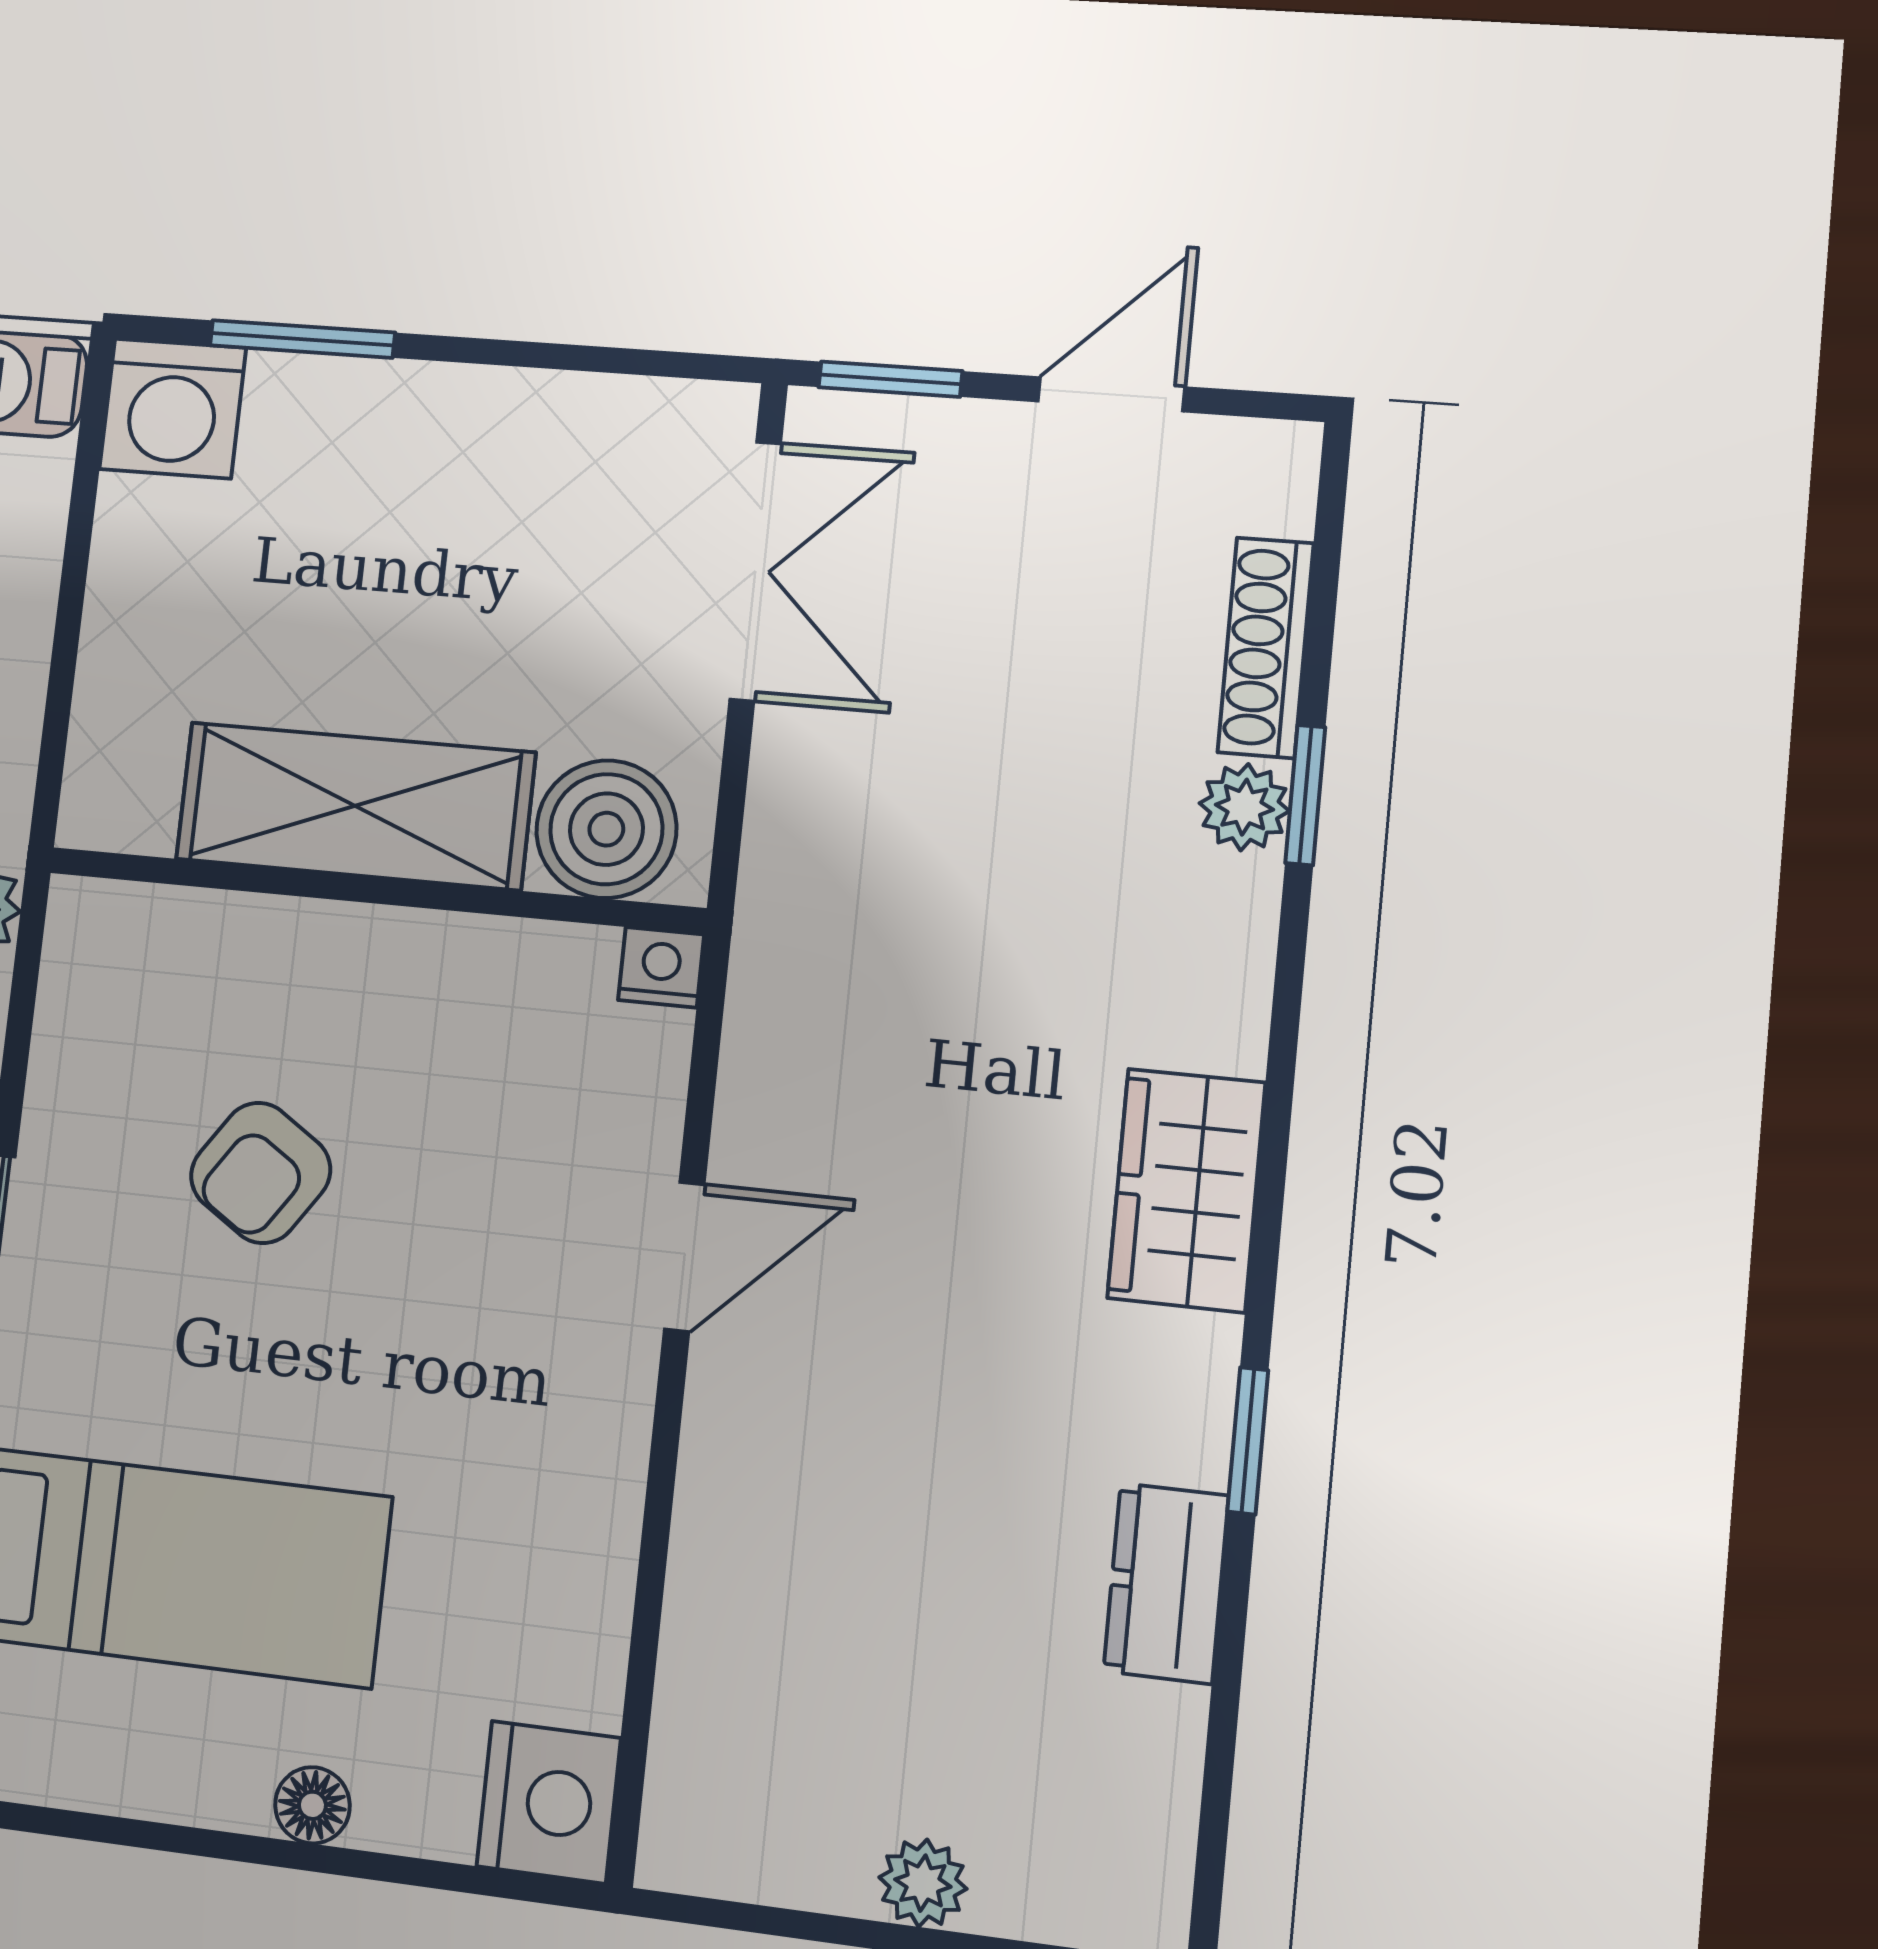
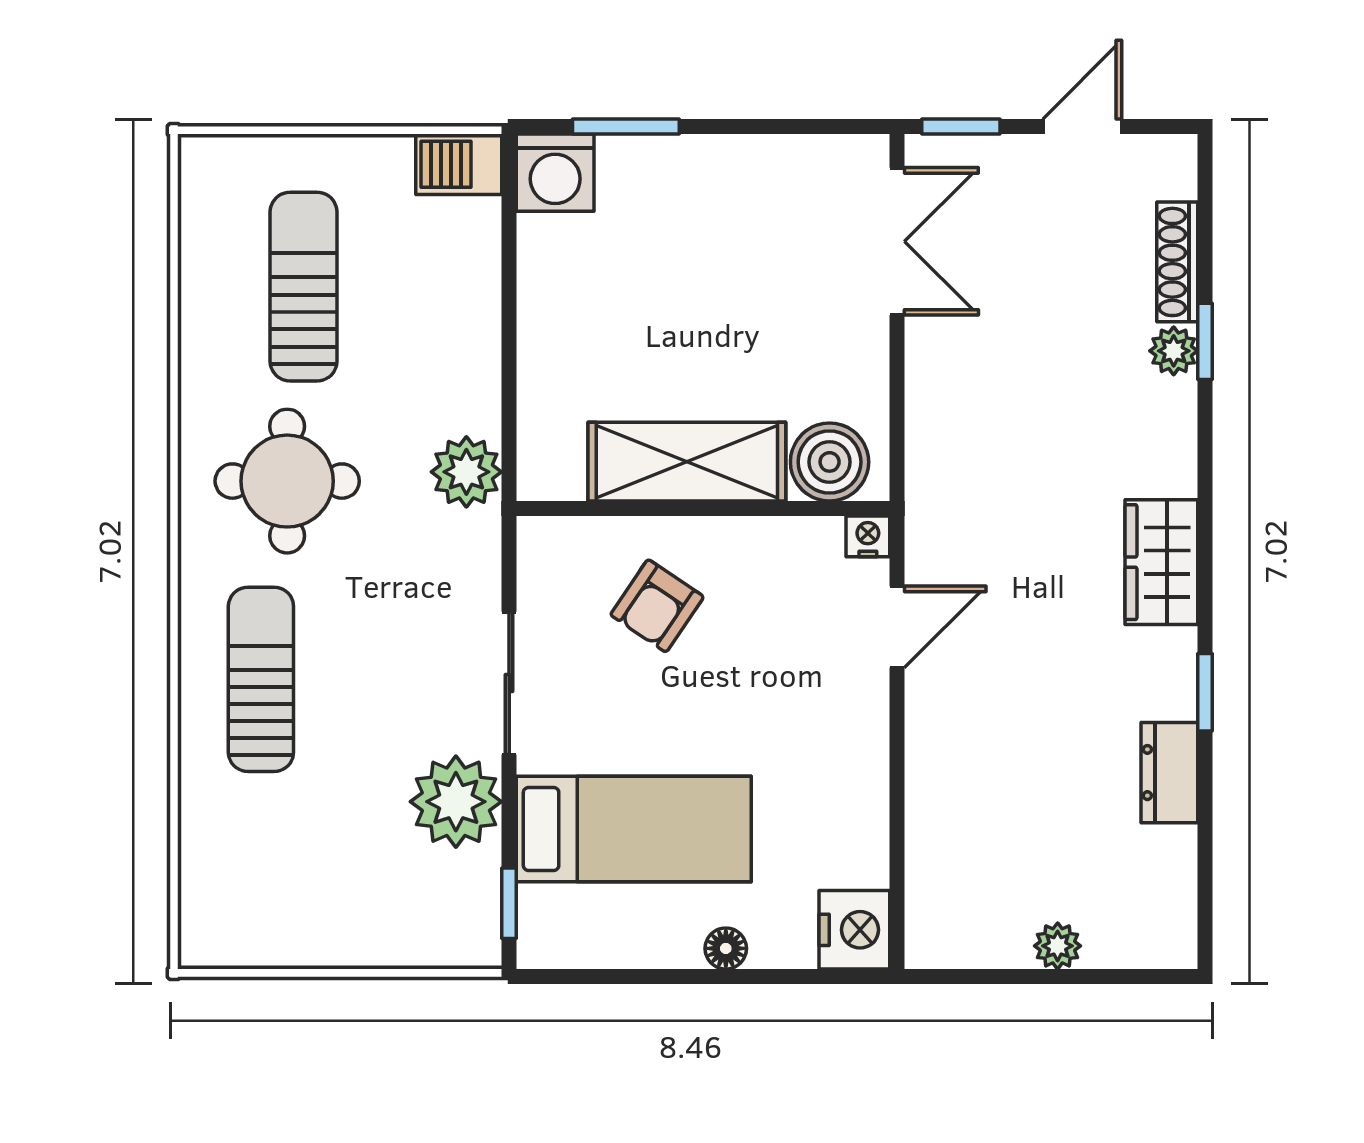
shelving: (355, 806) -> (687, 462), moved
boiler: (606, 829) -> (830, 462), moved
wall: (374, 890) -> (703, 508), moved
nightstand: (661, 967) -> (868, 536), moved

